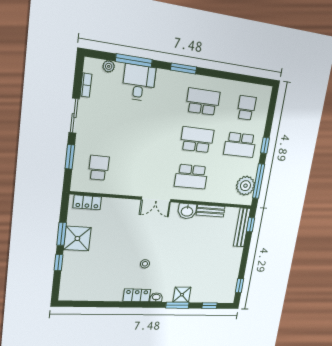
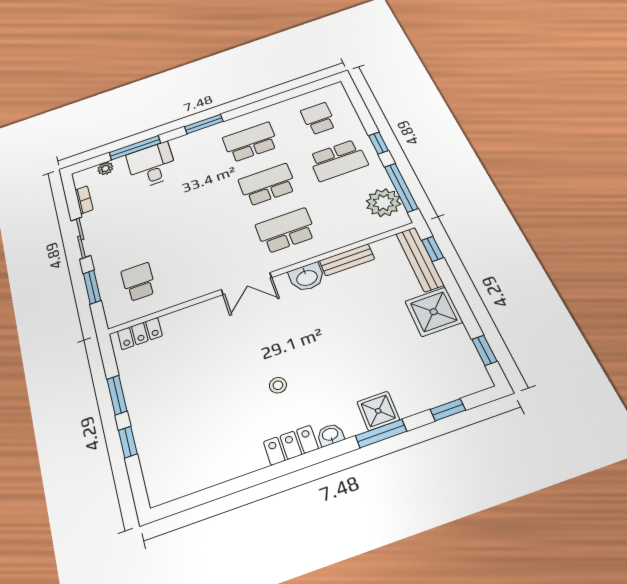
school desk: (191, 177) -> (286, 231), turned 180
shower: (77, 239) -> (434, 312), moved

